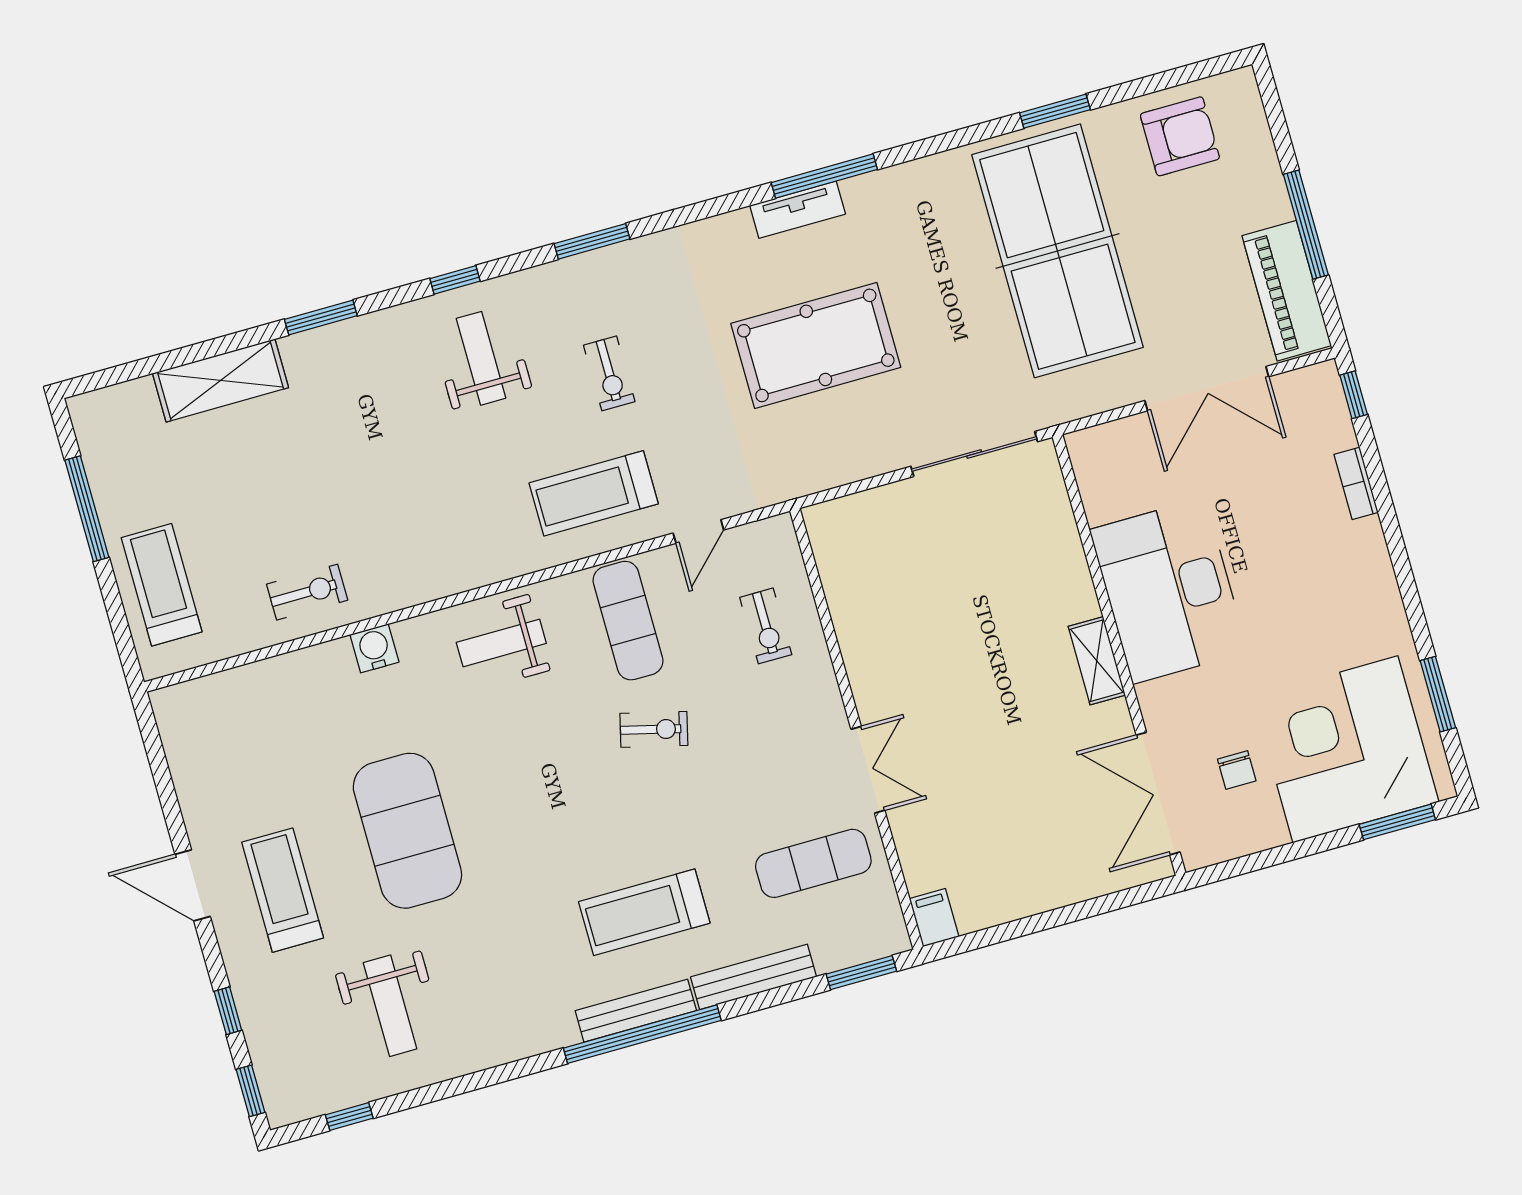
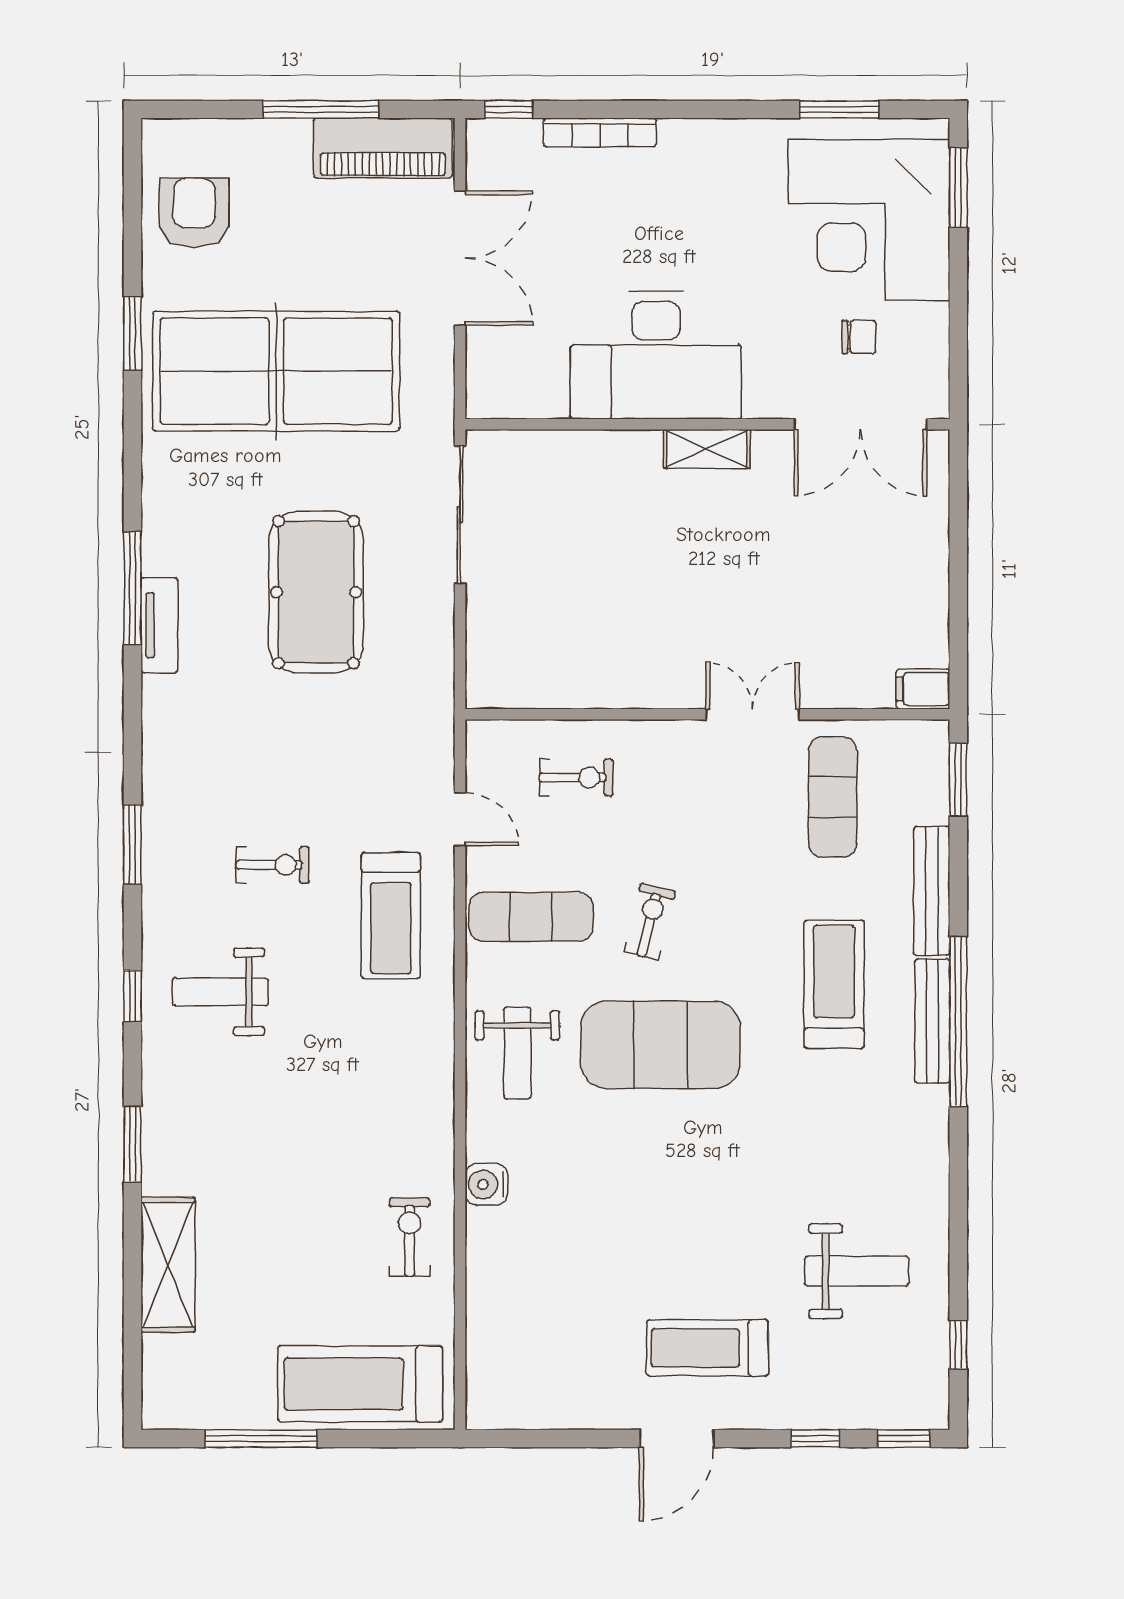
pool table: (816, 345) -> (316, 592), moved
bookcase: (1356, 483) -> (600, 132), width x1.56
treadmill: (162, 585) -> (360, 1384), width x1.37, depth x1.38
exercise mat: (407, 831) -> (660, 1045), moved
treadmill: (644, 912) -> (834, 984), turned 180

